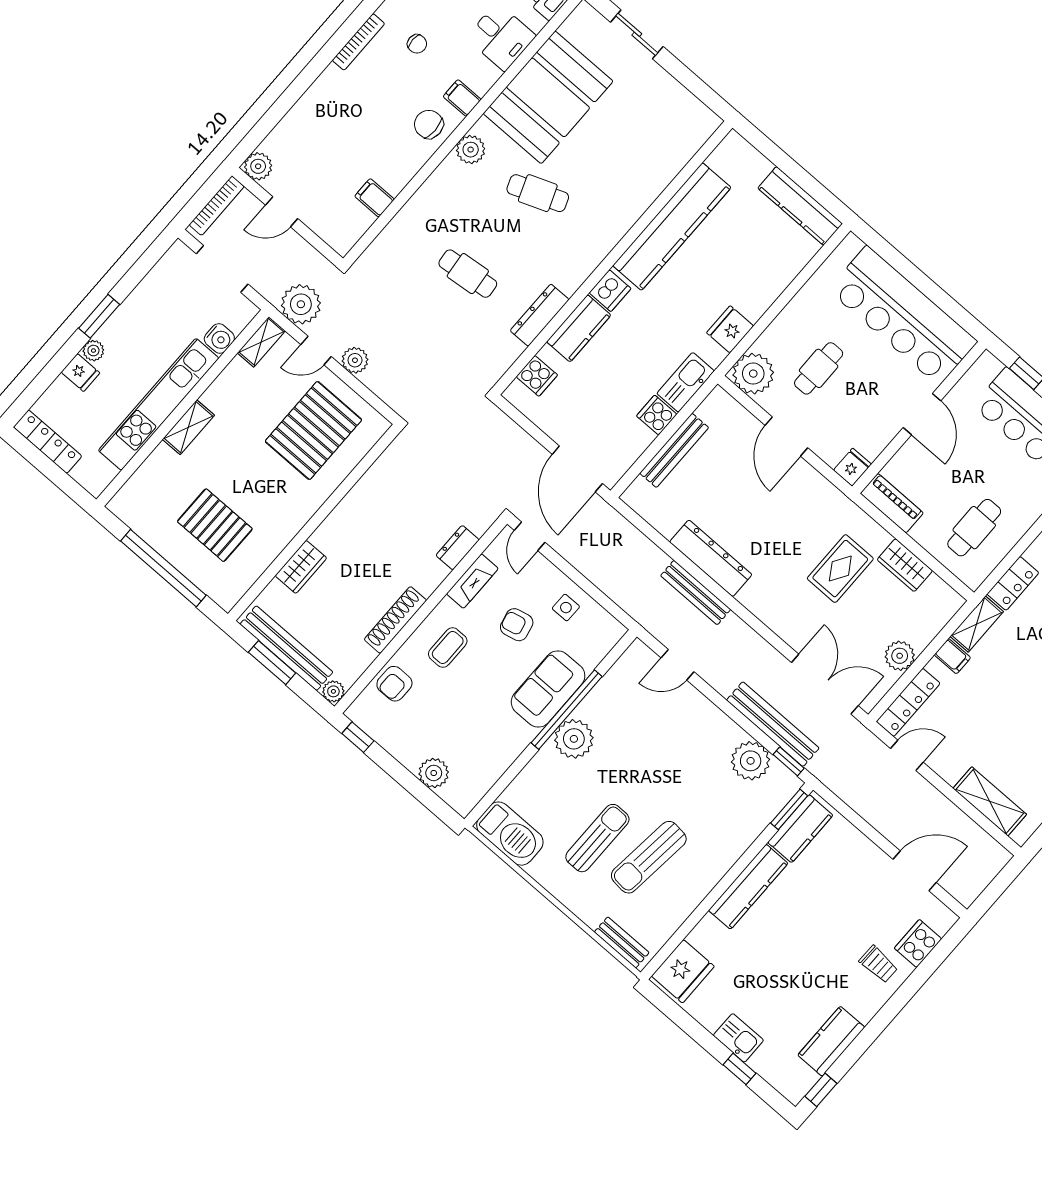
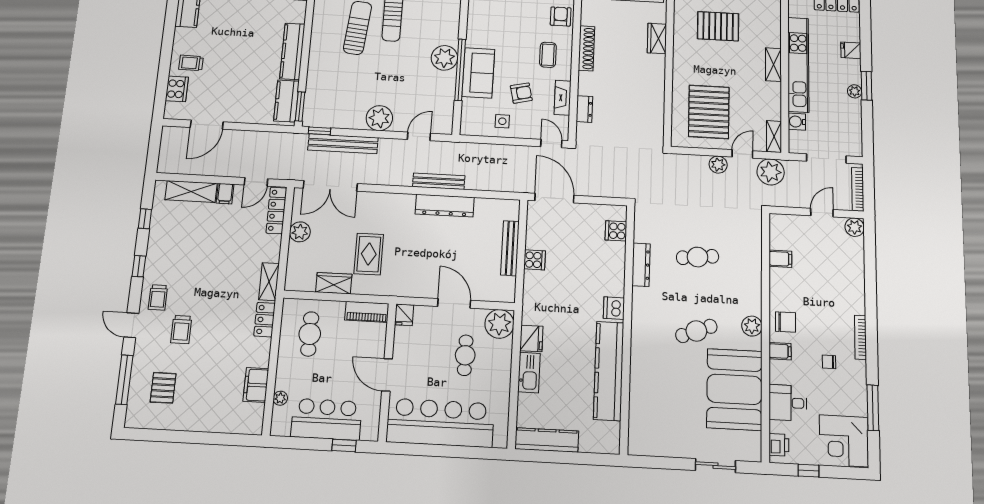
kitchen counter: (579, 328) -> (614, 274), removed
plant: (93, 351) -> (855, 91), moved
kitchen sink: (686, 382) -> (529, 373), moved
filing cabinet: (952, 656) -> (225, 194), moved, turned -90
plant: (751, 761) -> (379, 118), moved

